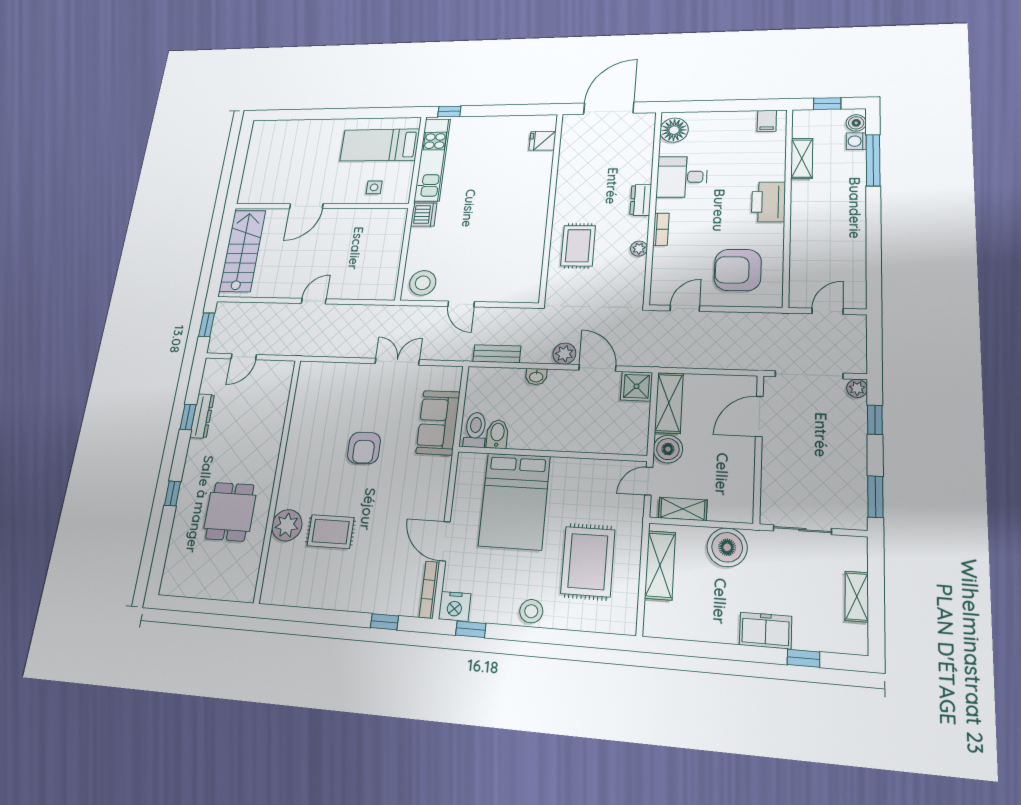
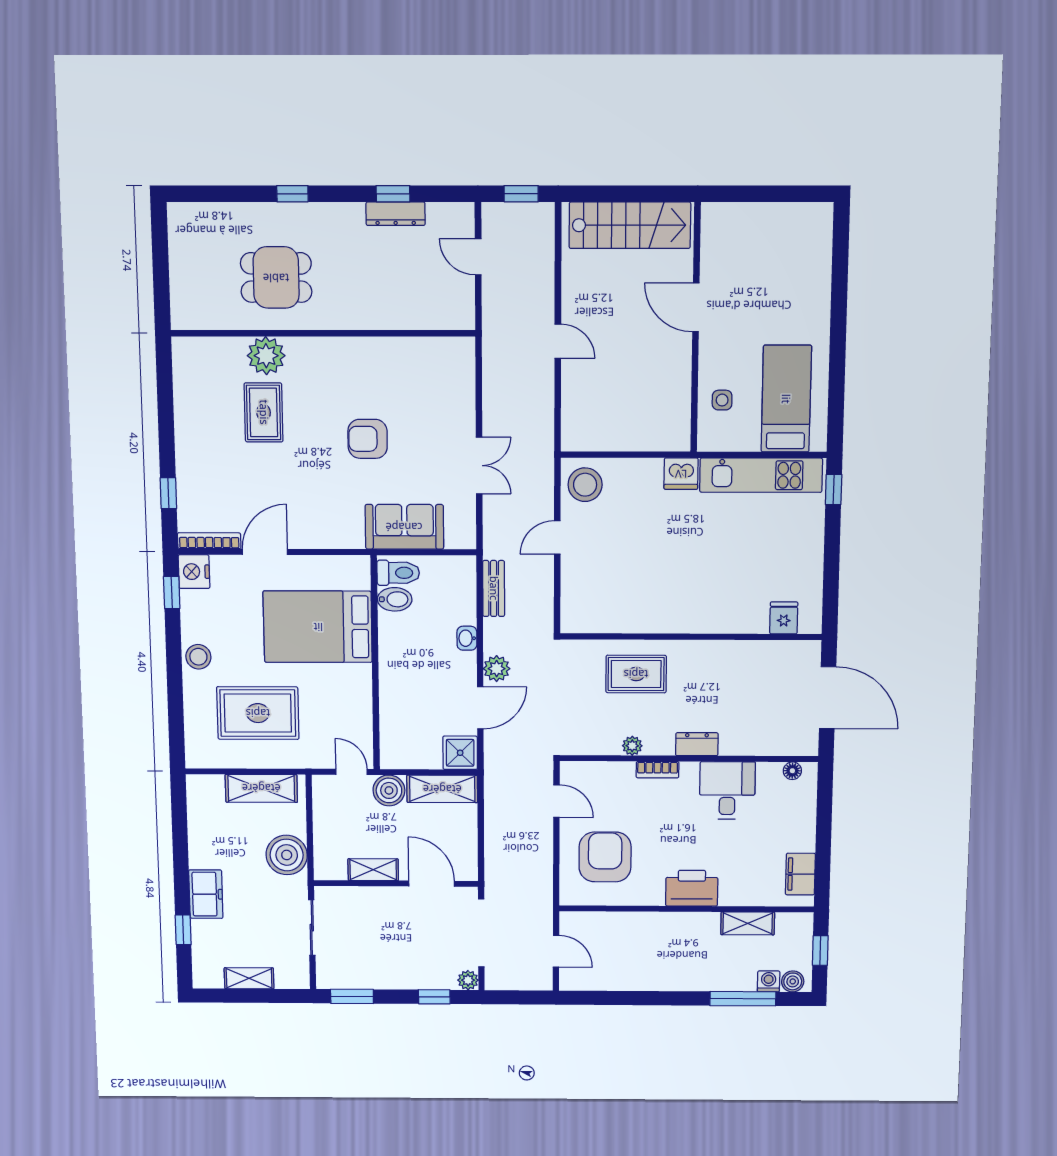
filing cabinet: (767, 121) -> (800, 874), width x2.00
floor lamp: (674, 130) -> (792, 771), width x0.53, depth x0.53
shelving: (683, 509) -> (373, 870), moved, turned 90

